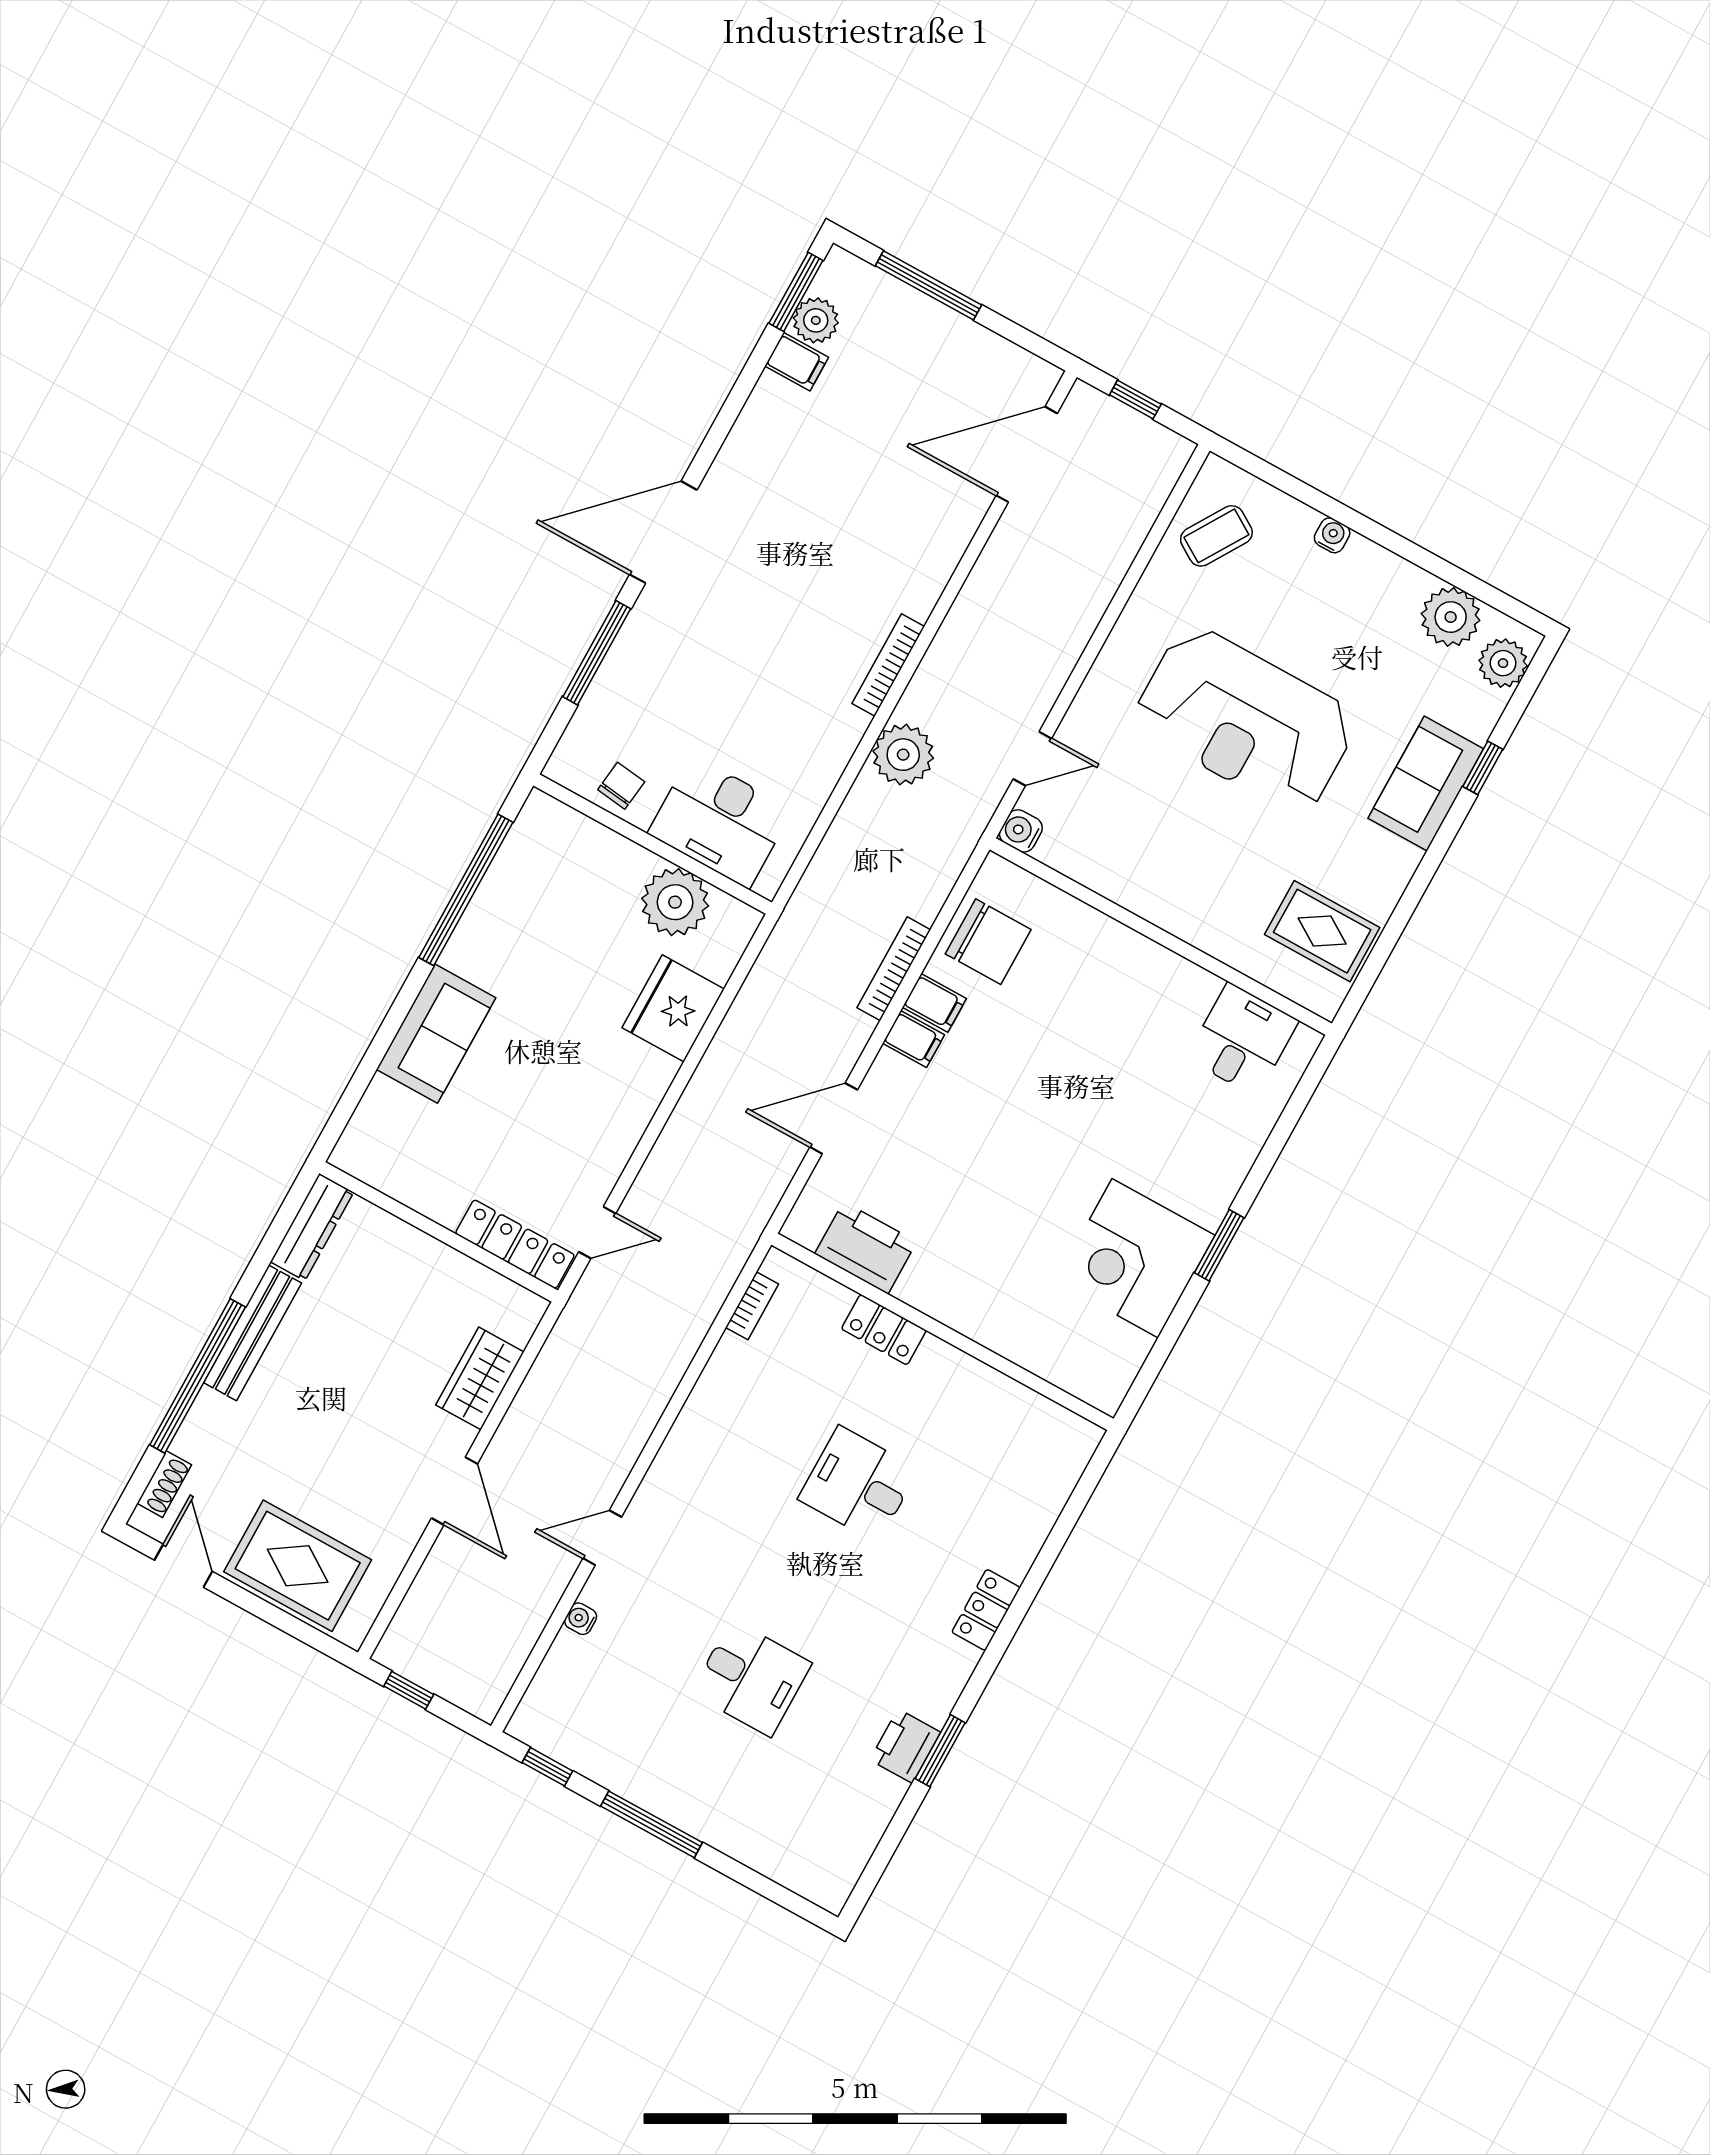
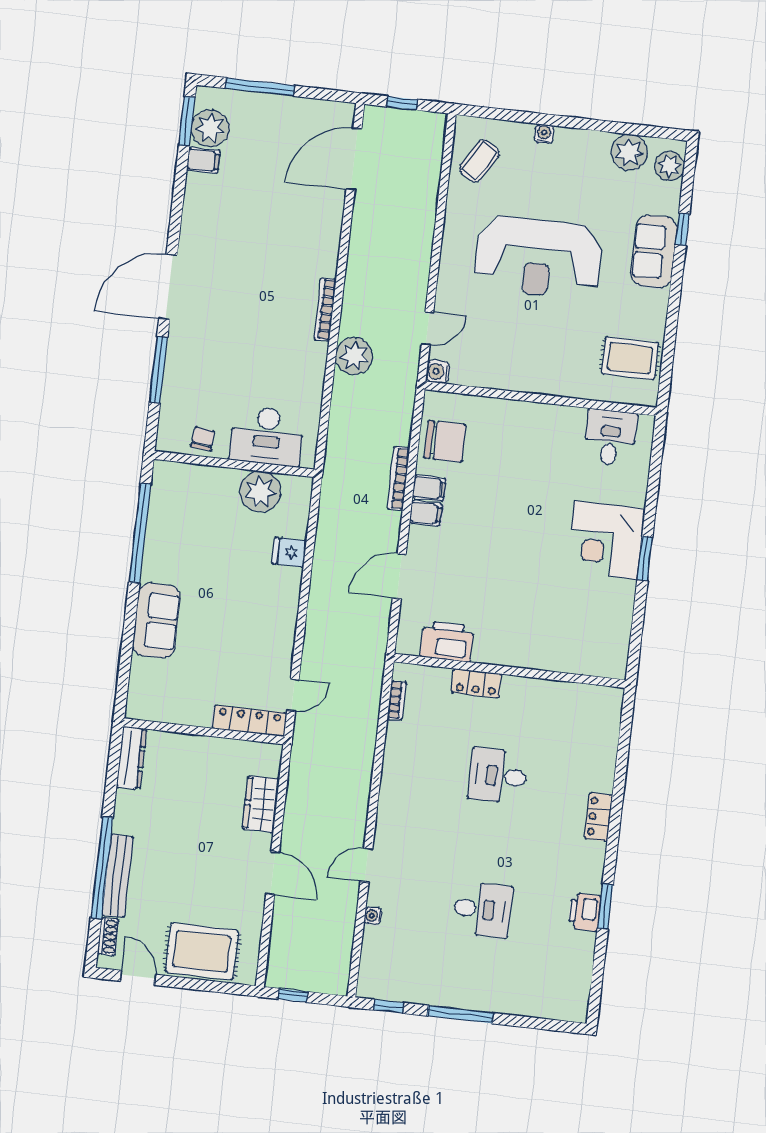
plant: (816, 320) -> (210, 128), width x1.36, depth x1.36
fridge: (673, 1008) -> (289, 552), width x0.53, depth x0.75
corner desk: (1135, 1258) -> (606, 540), moved
bench: (252, 1333) -> (118, 876), moved

